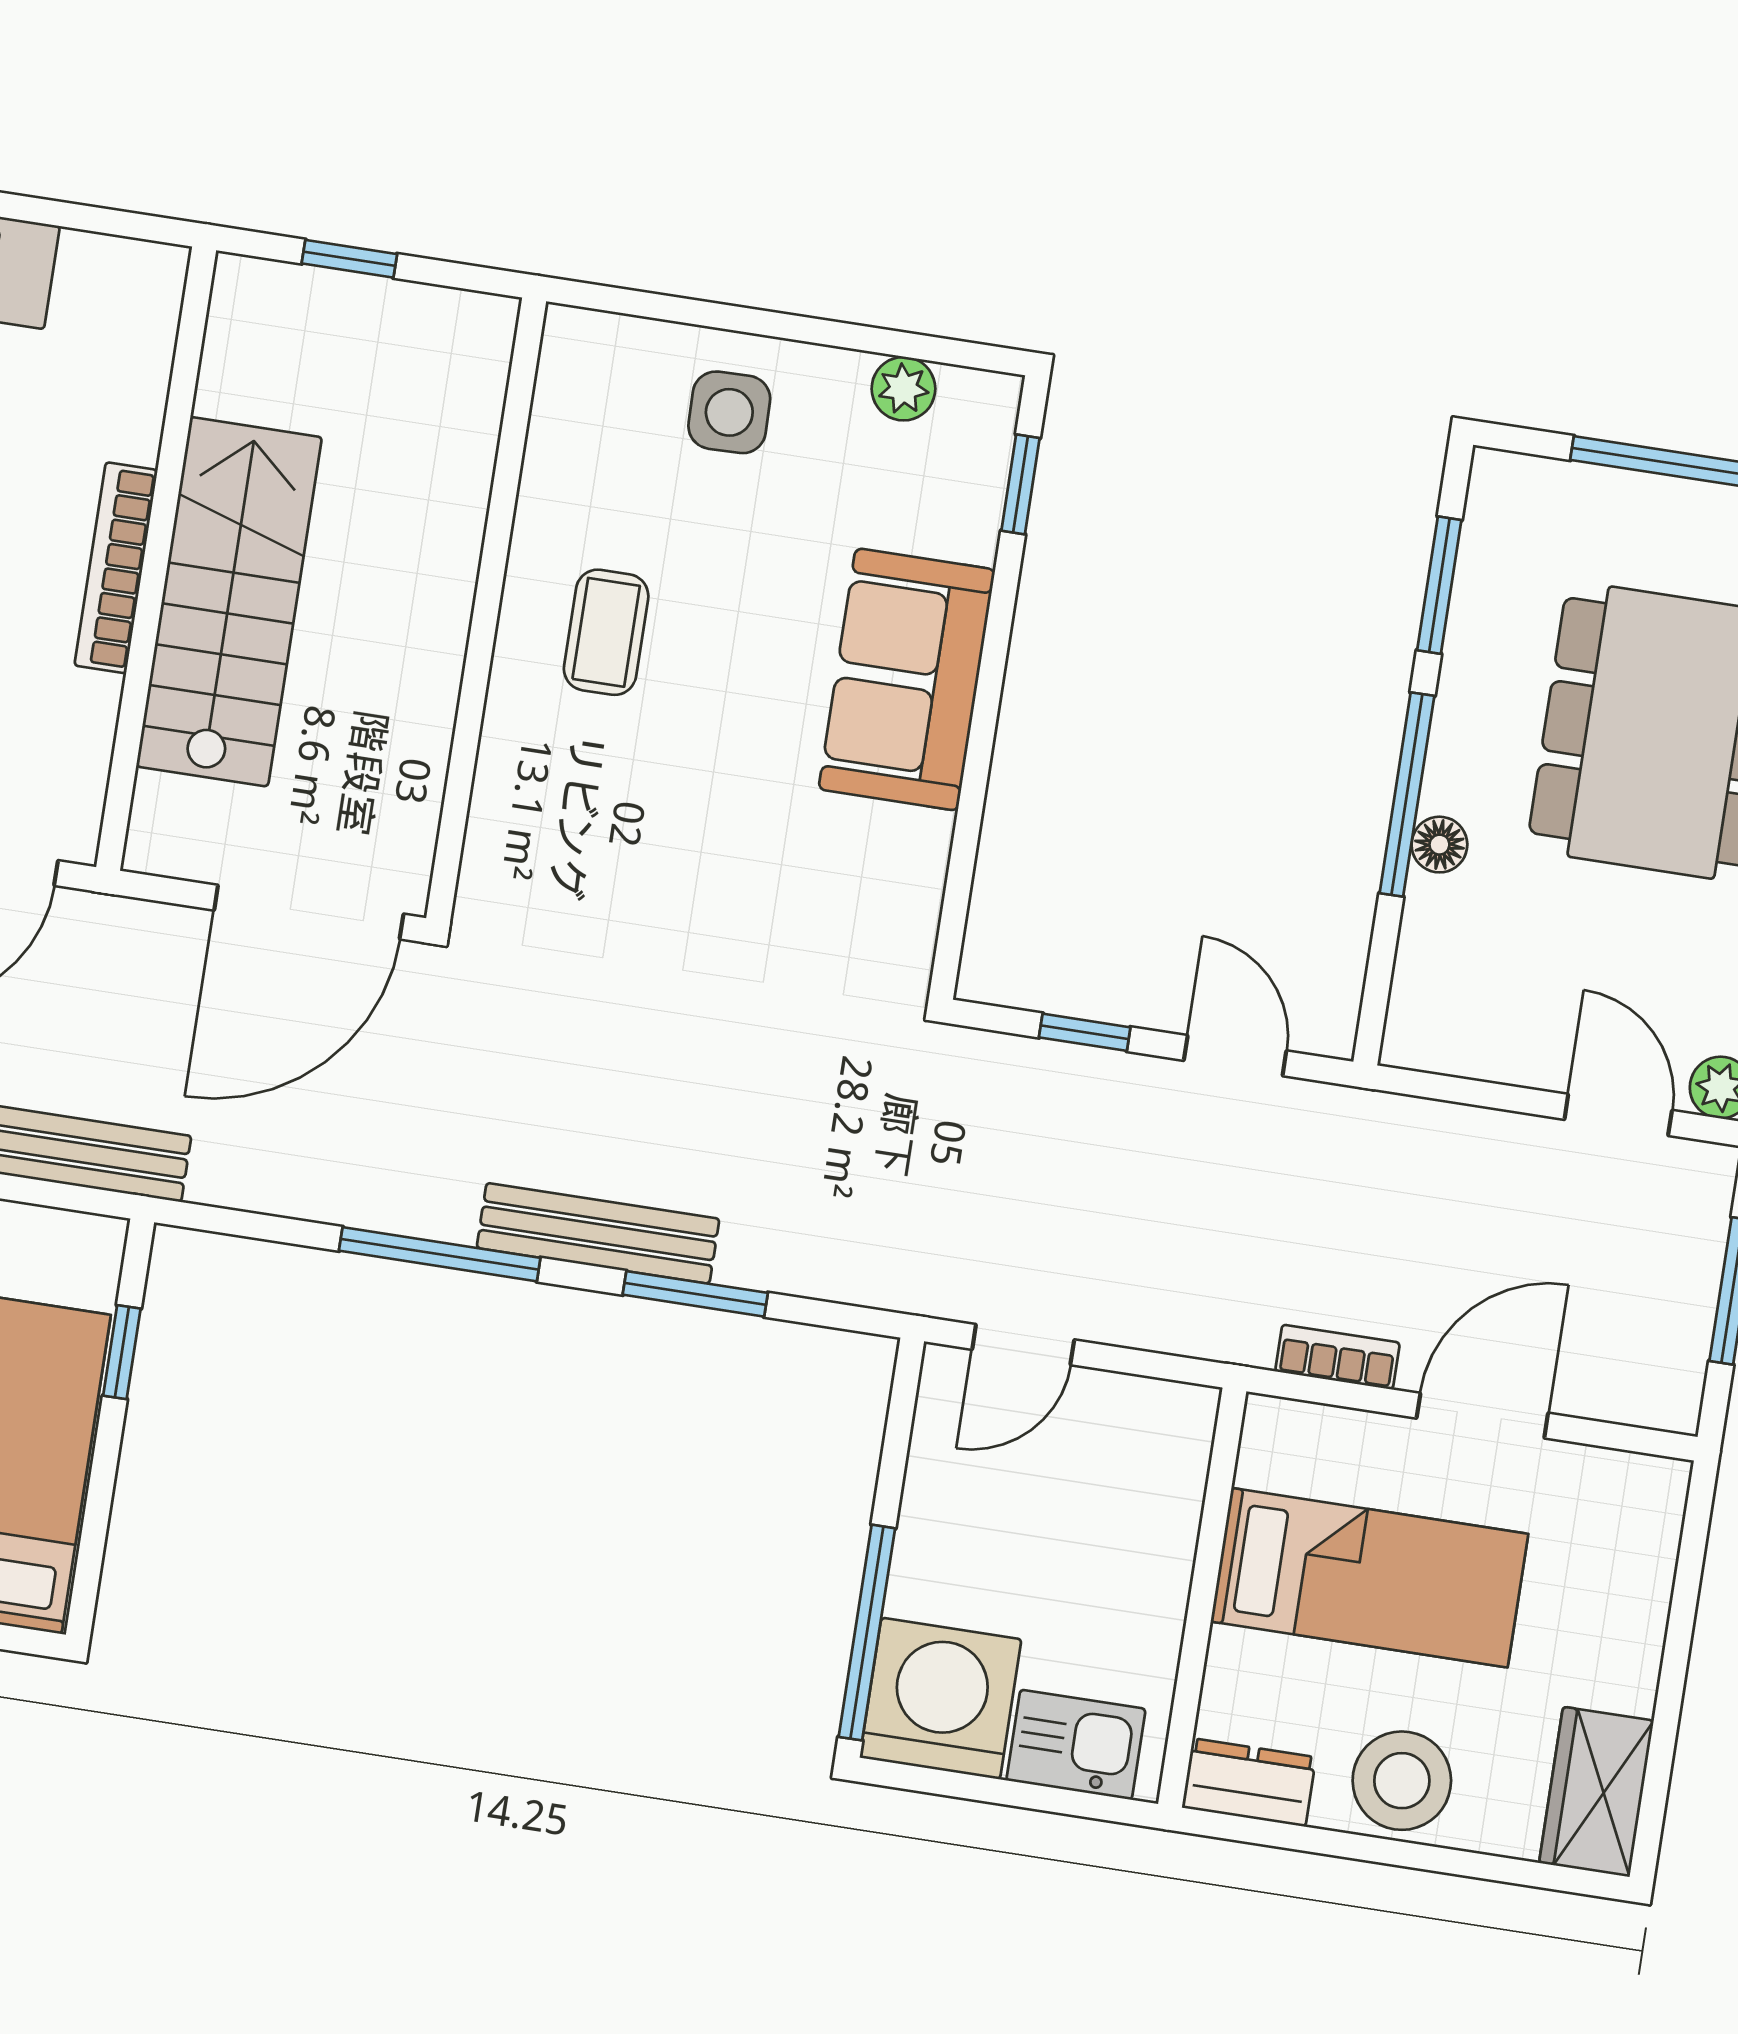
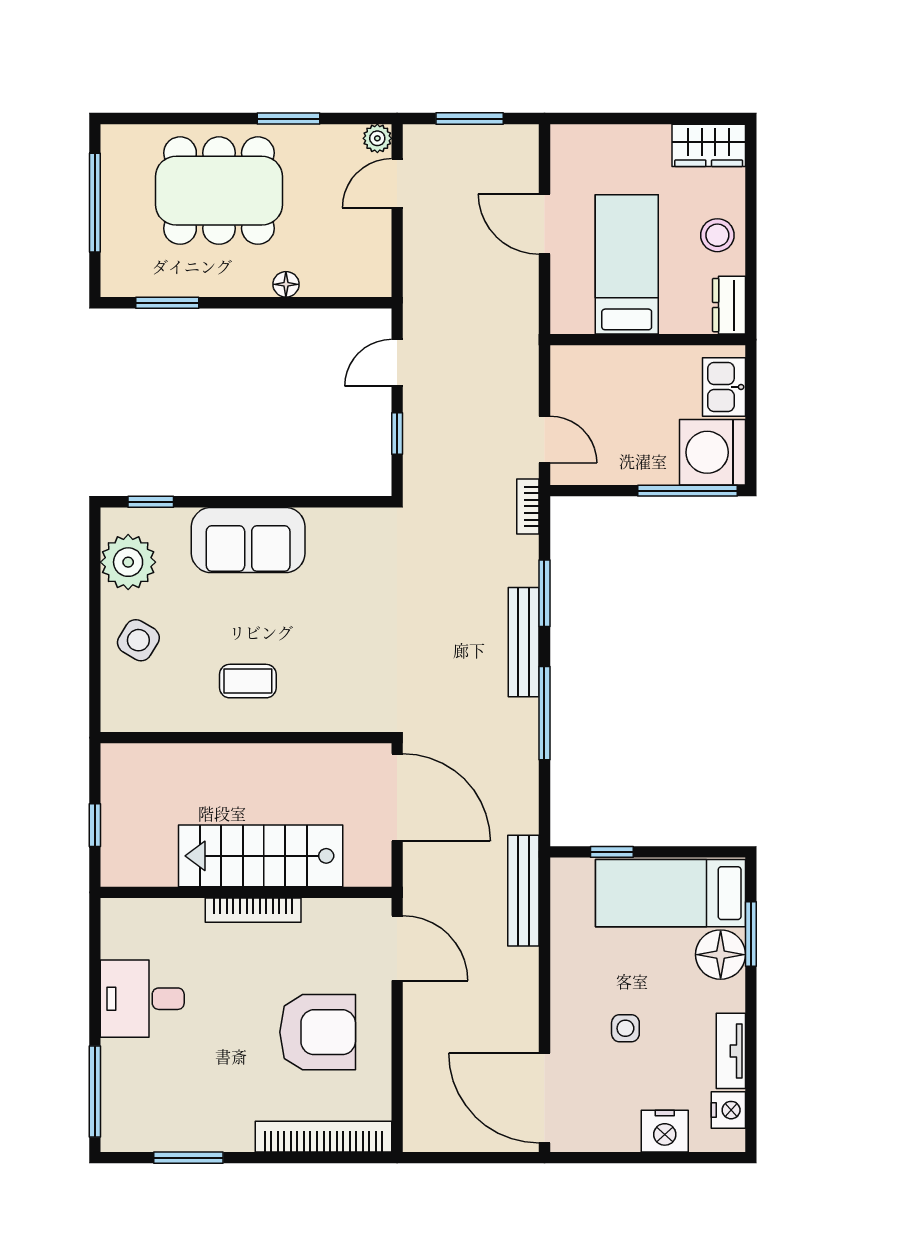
plant: (903, 389) -> (128, 562), width x1.88, depth x1.88
side table: (729, 412) -> (138, 640), turned 32
window: (1407, 795) -> (265, 303), removed
bookcase: (1337, 1357) -> (528, 506), moved
stool: (1402, 1781) -> (717, 235), width x0.73, depth x0.73

